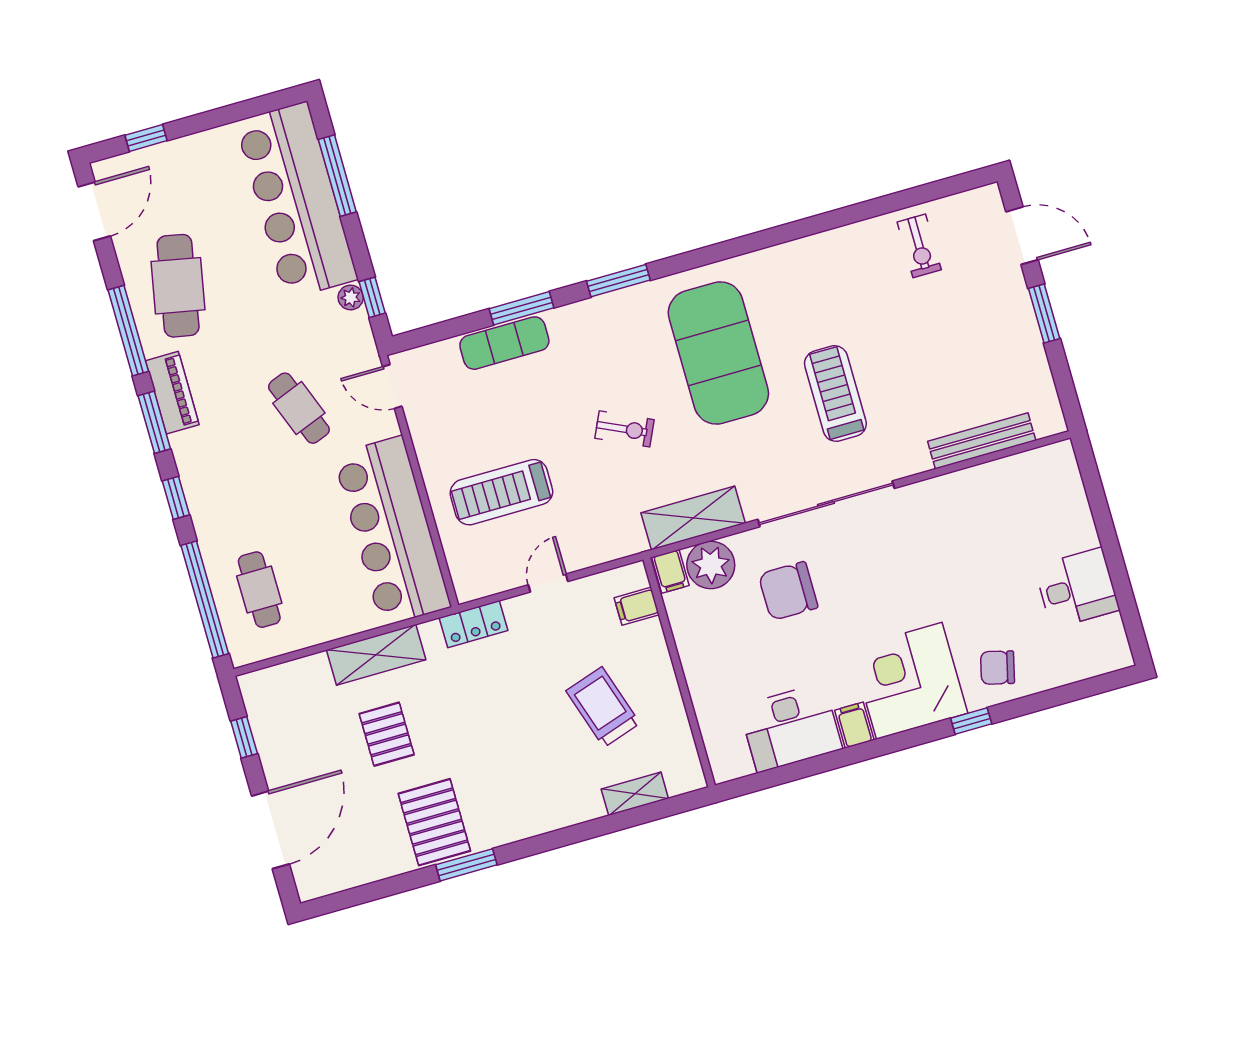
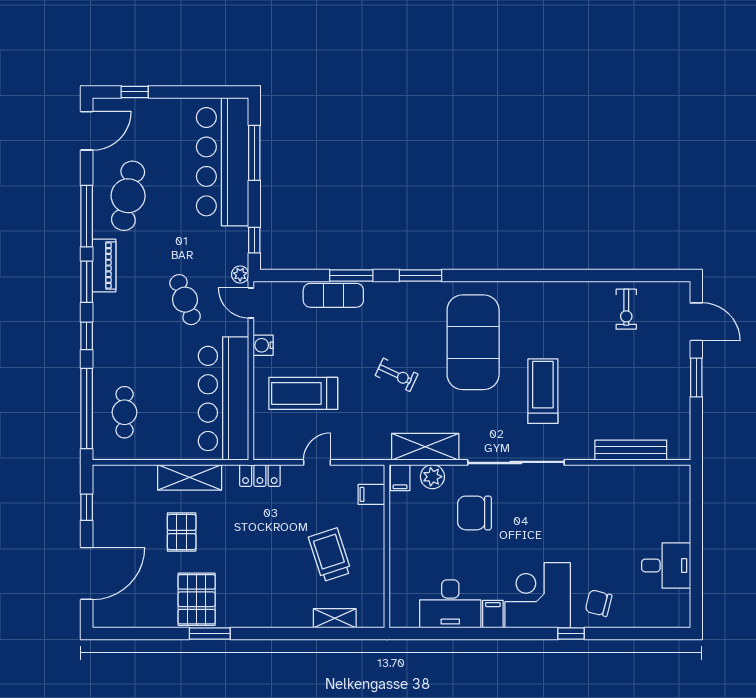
plant: (351, 297) -> (240, 274), moved
water cooler: (426, 441) -> (263, 345), added
plant: (711, 565) -> (432, 477), width x0.73, depth x0.73

